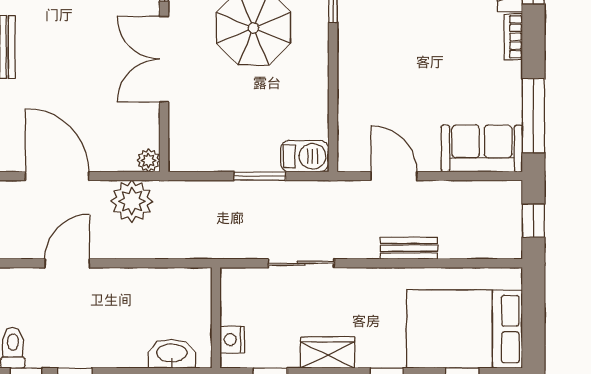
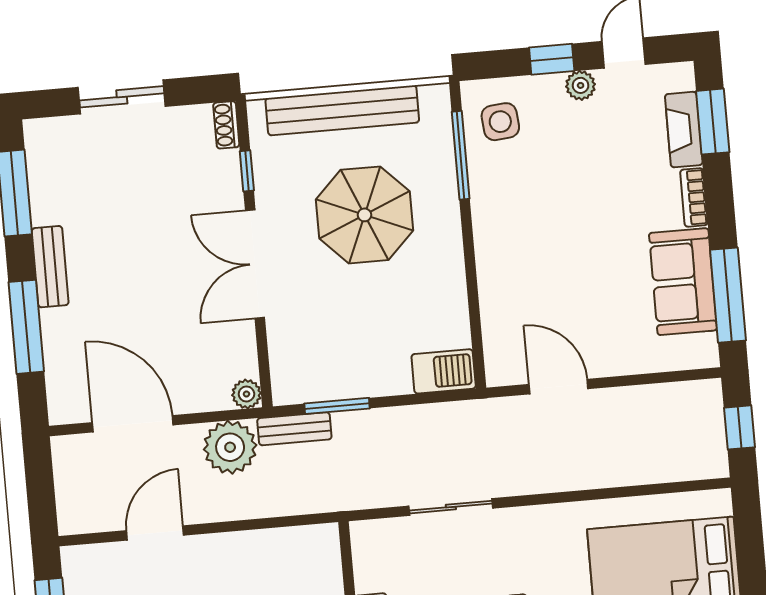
sofa: (482, 149) -> (683, 282), moved, turned -90
window: (260, 176) -> (337, 406), moved
bench: (409, 248) -> (294, 429), moved

